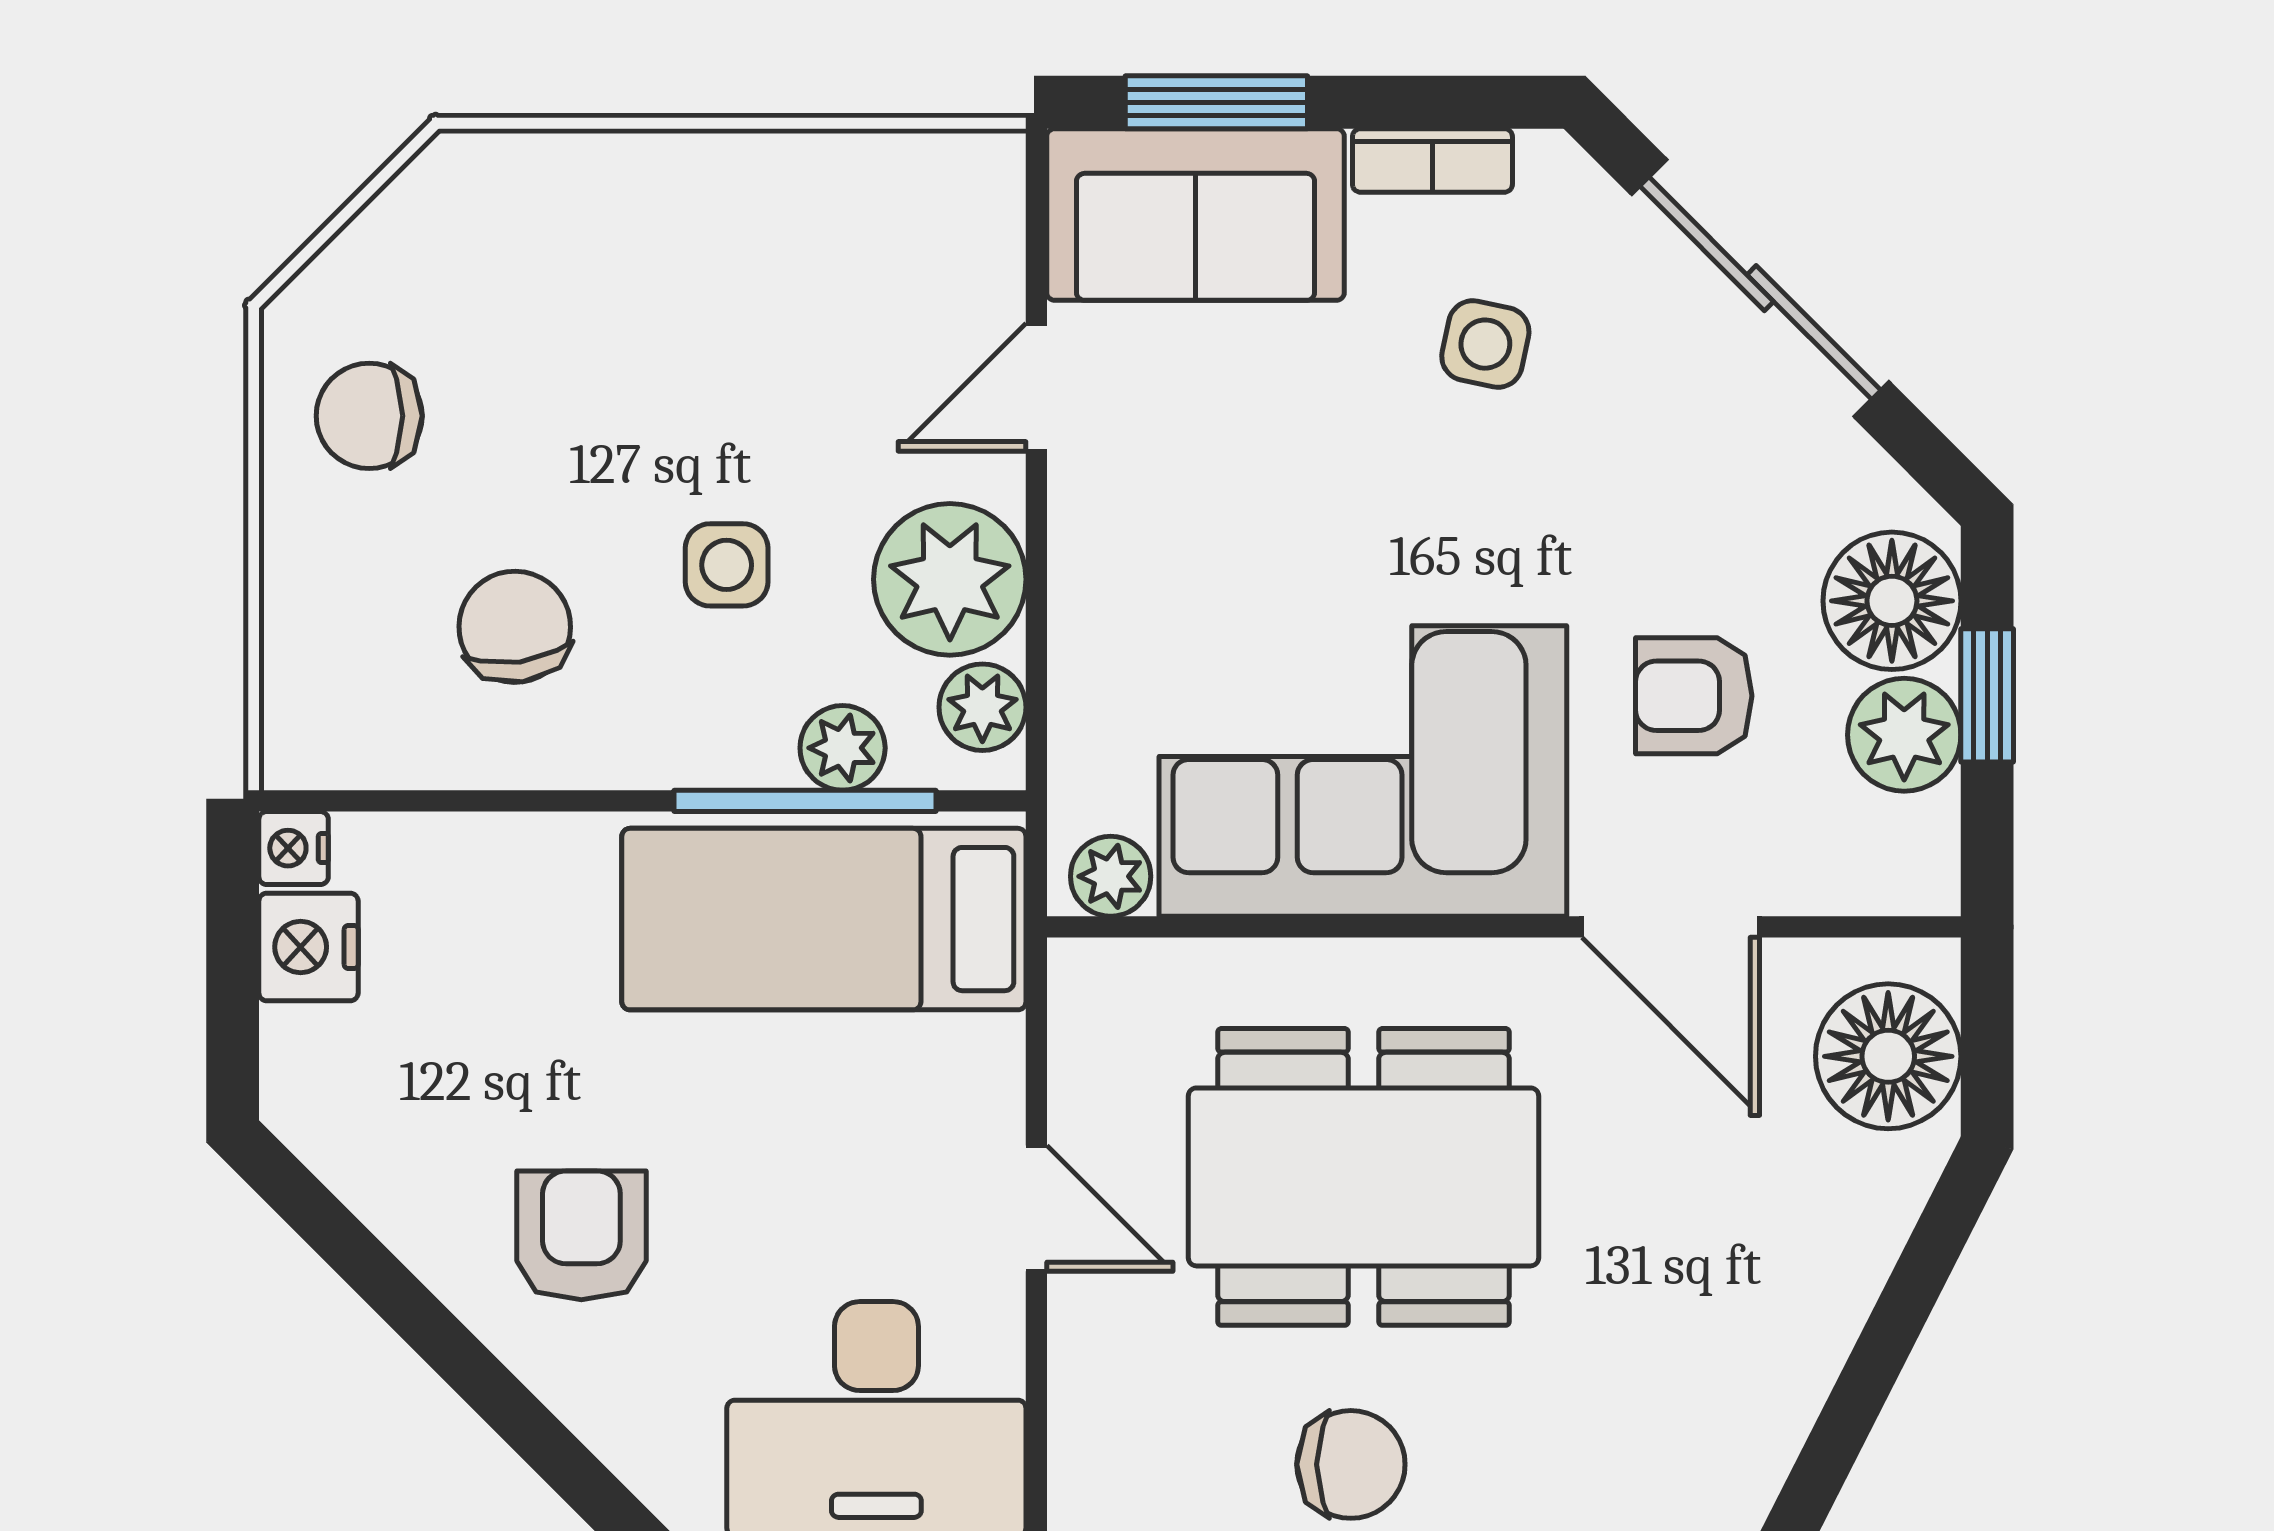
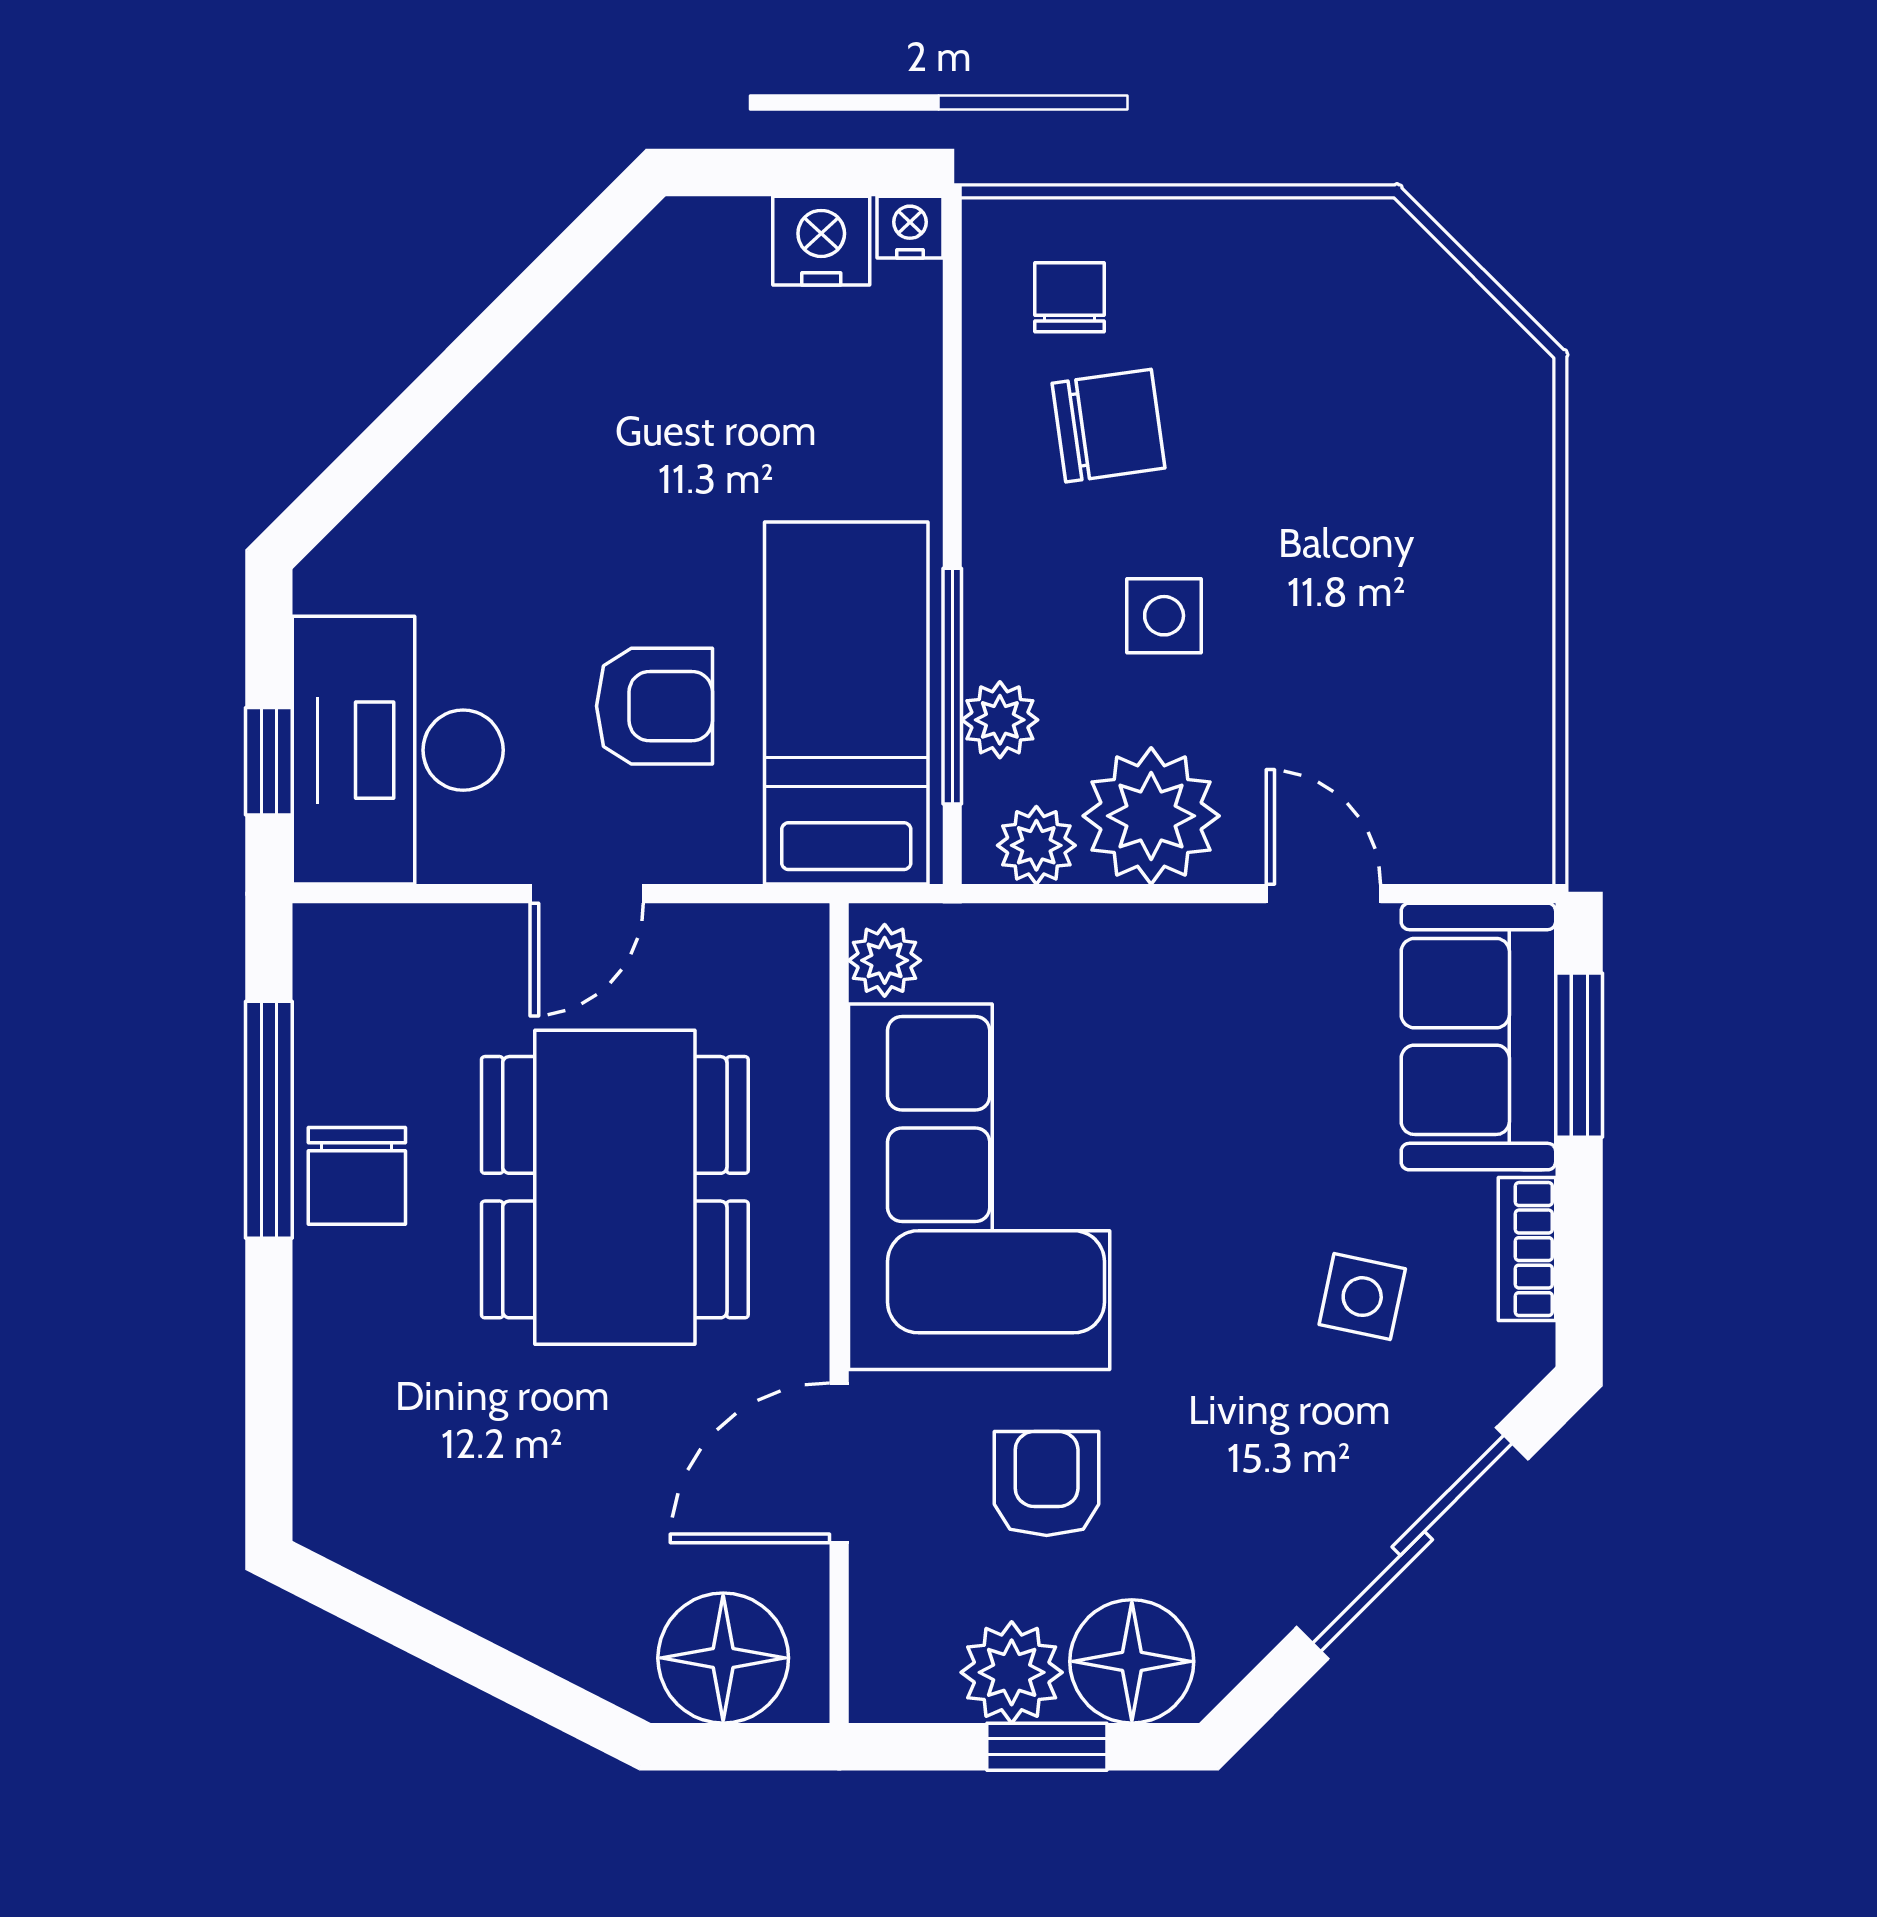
chair: (369, 416) -> (1069, 297), moved, width x0.73, depth x0.73
armchair: (581, 1235) -> (655, 706), moved

